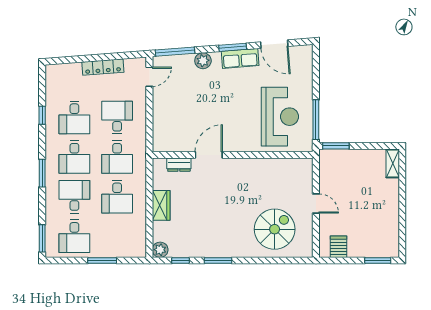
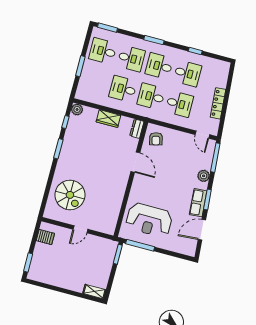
desk: (74, 117) -> (187, 74), turned 180
armchair: (171, 136) -> (156, 139), added
dresser: (179, 165) -> (137, 129), moved

